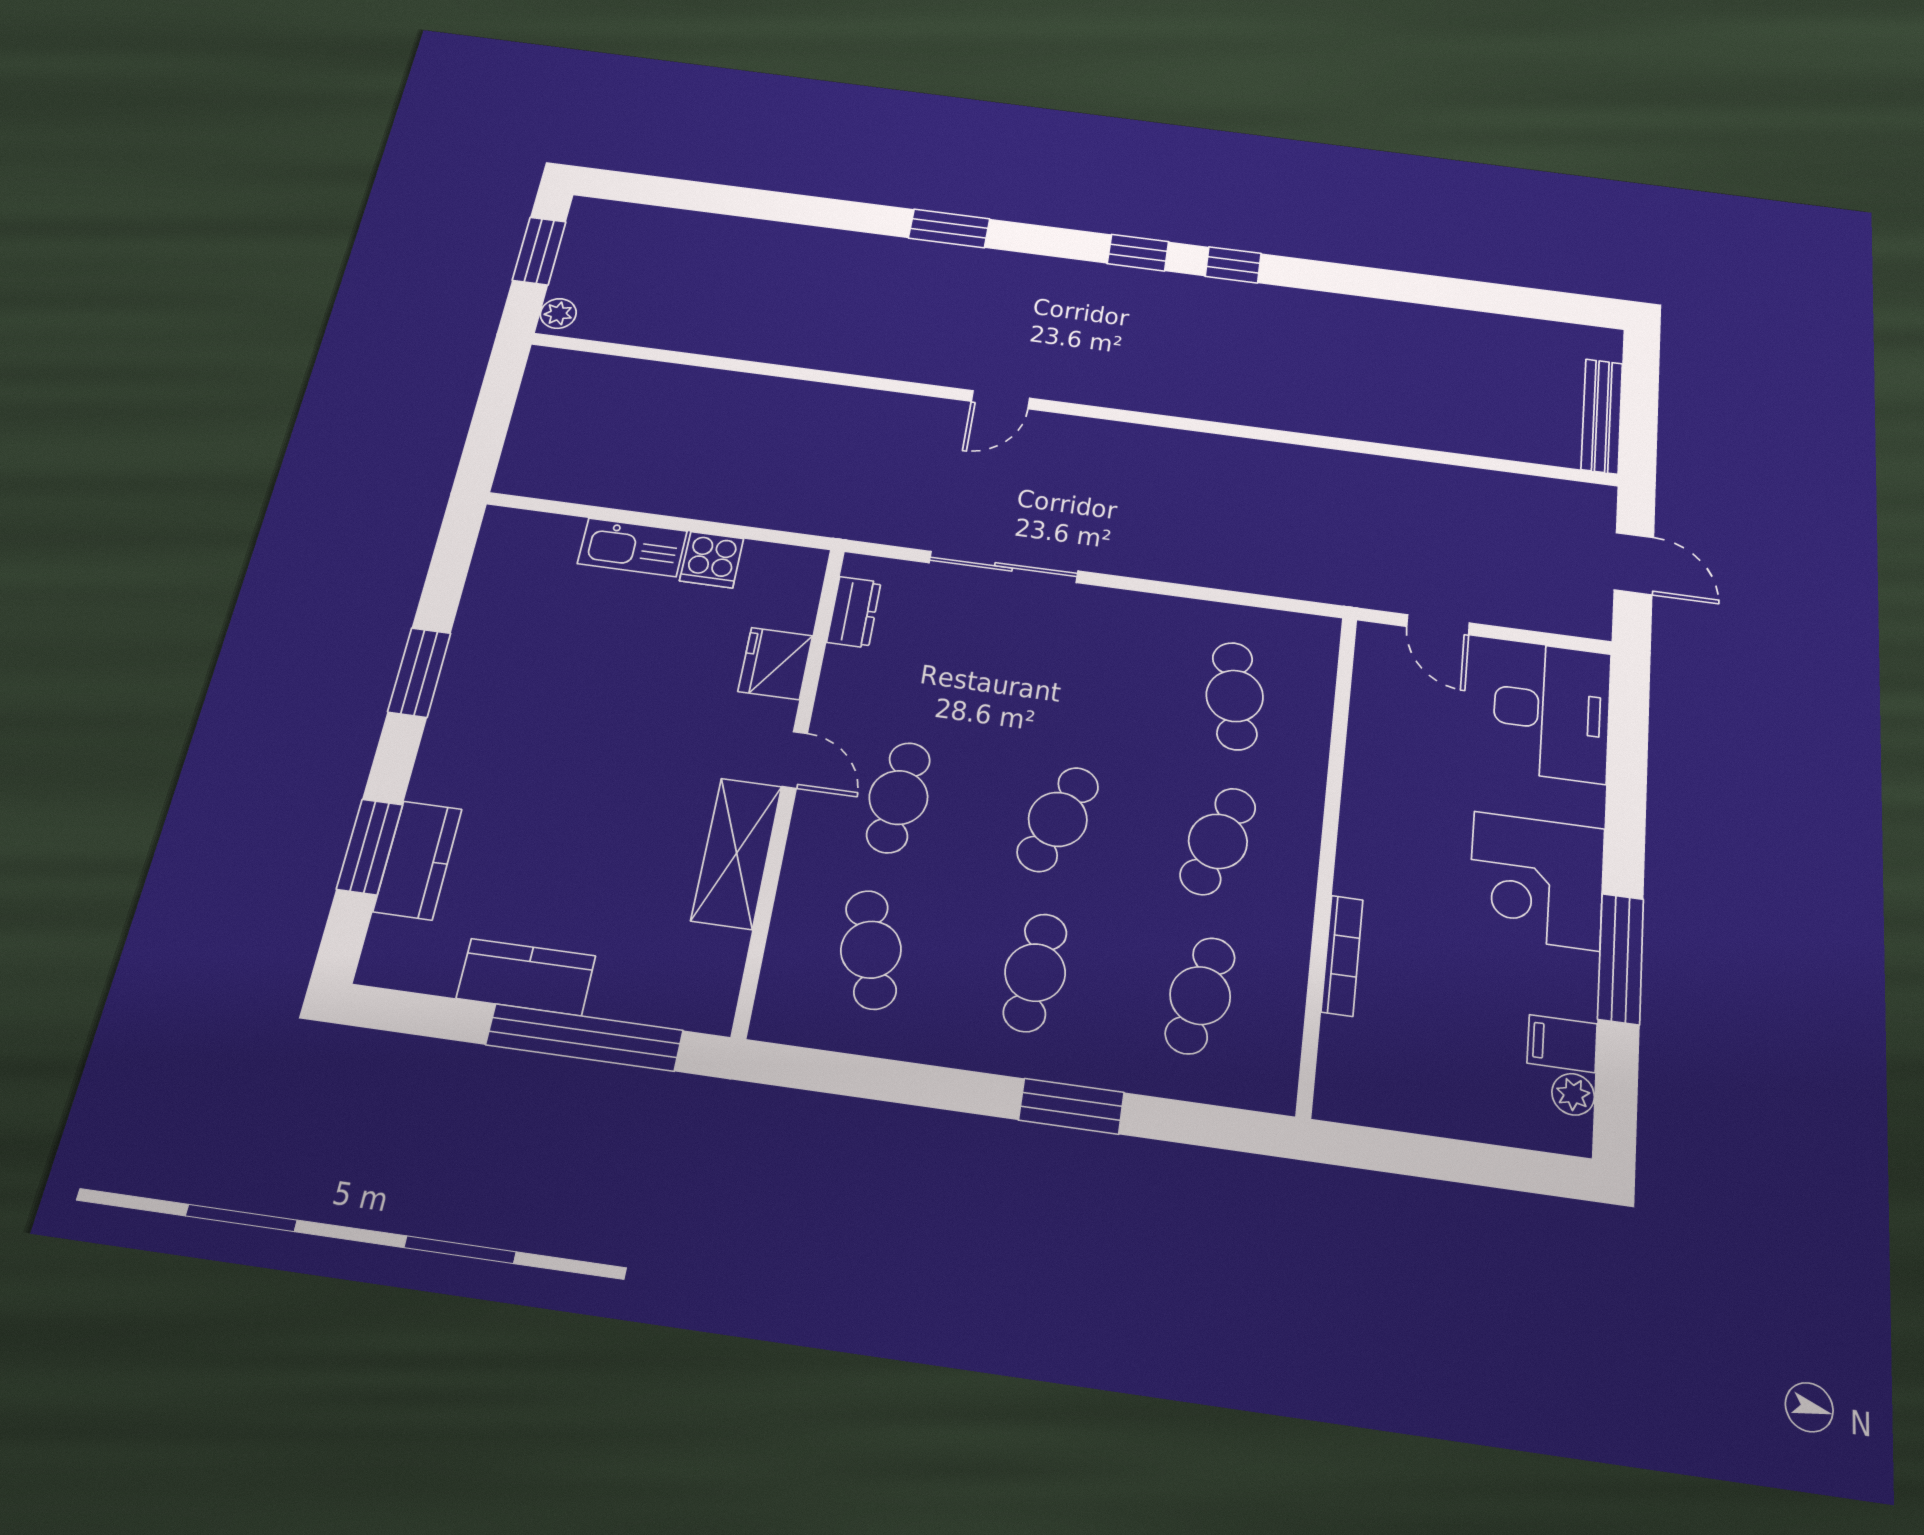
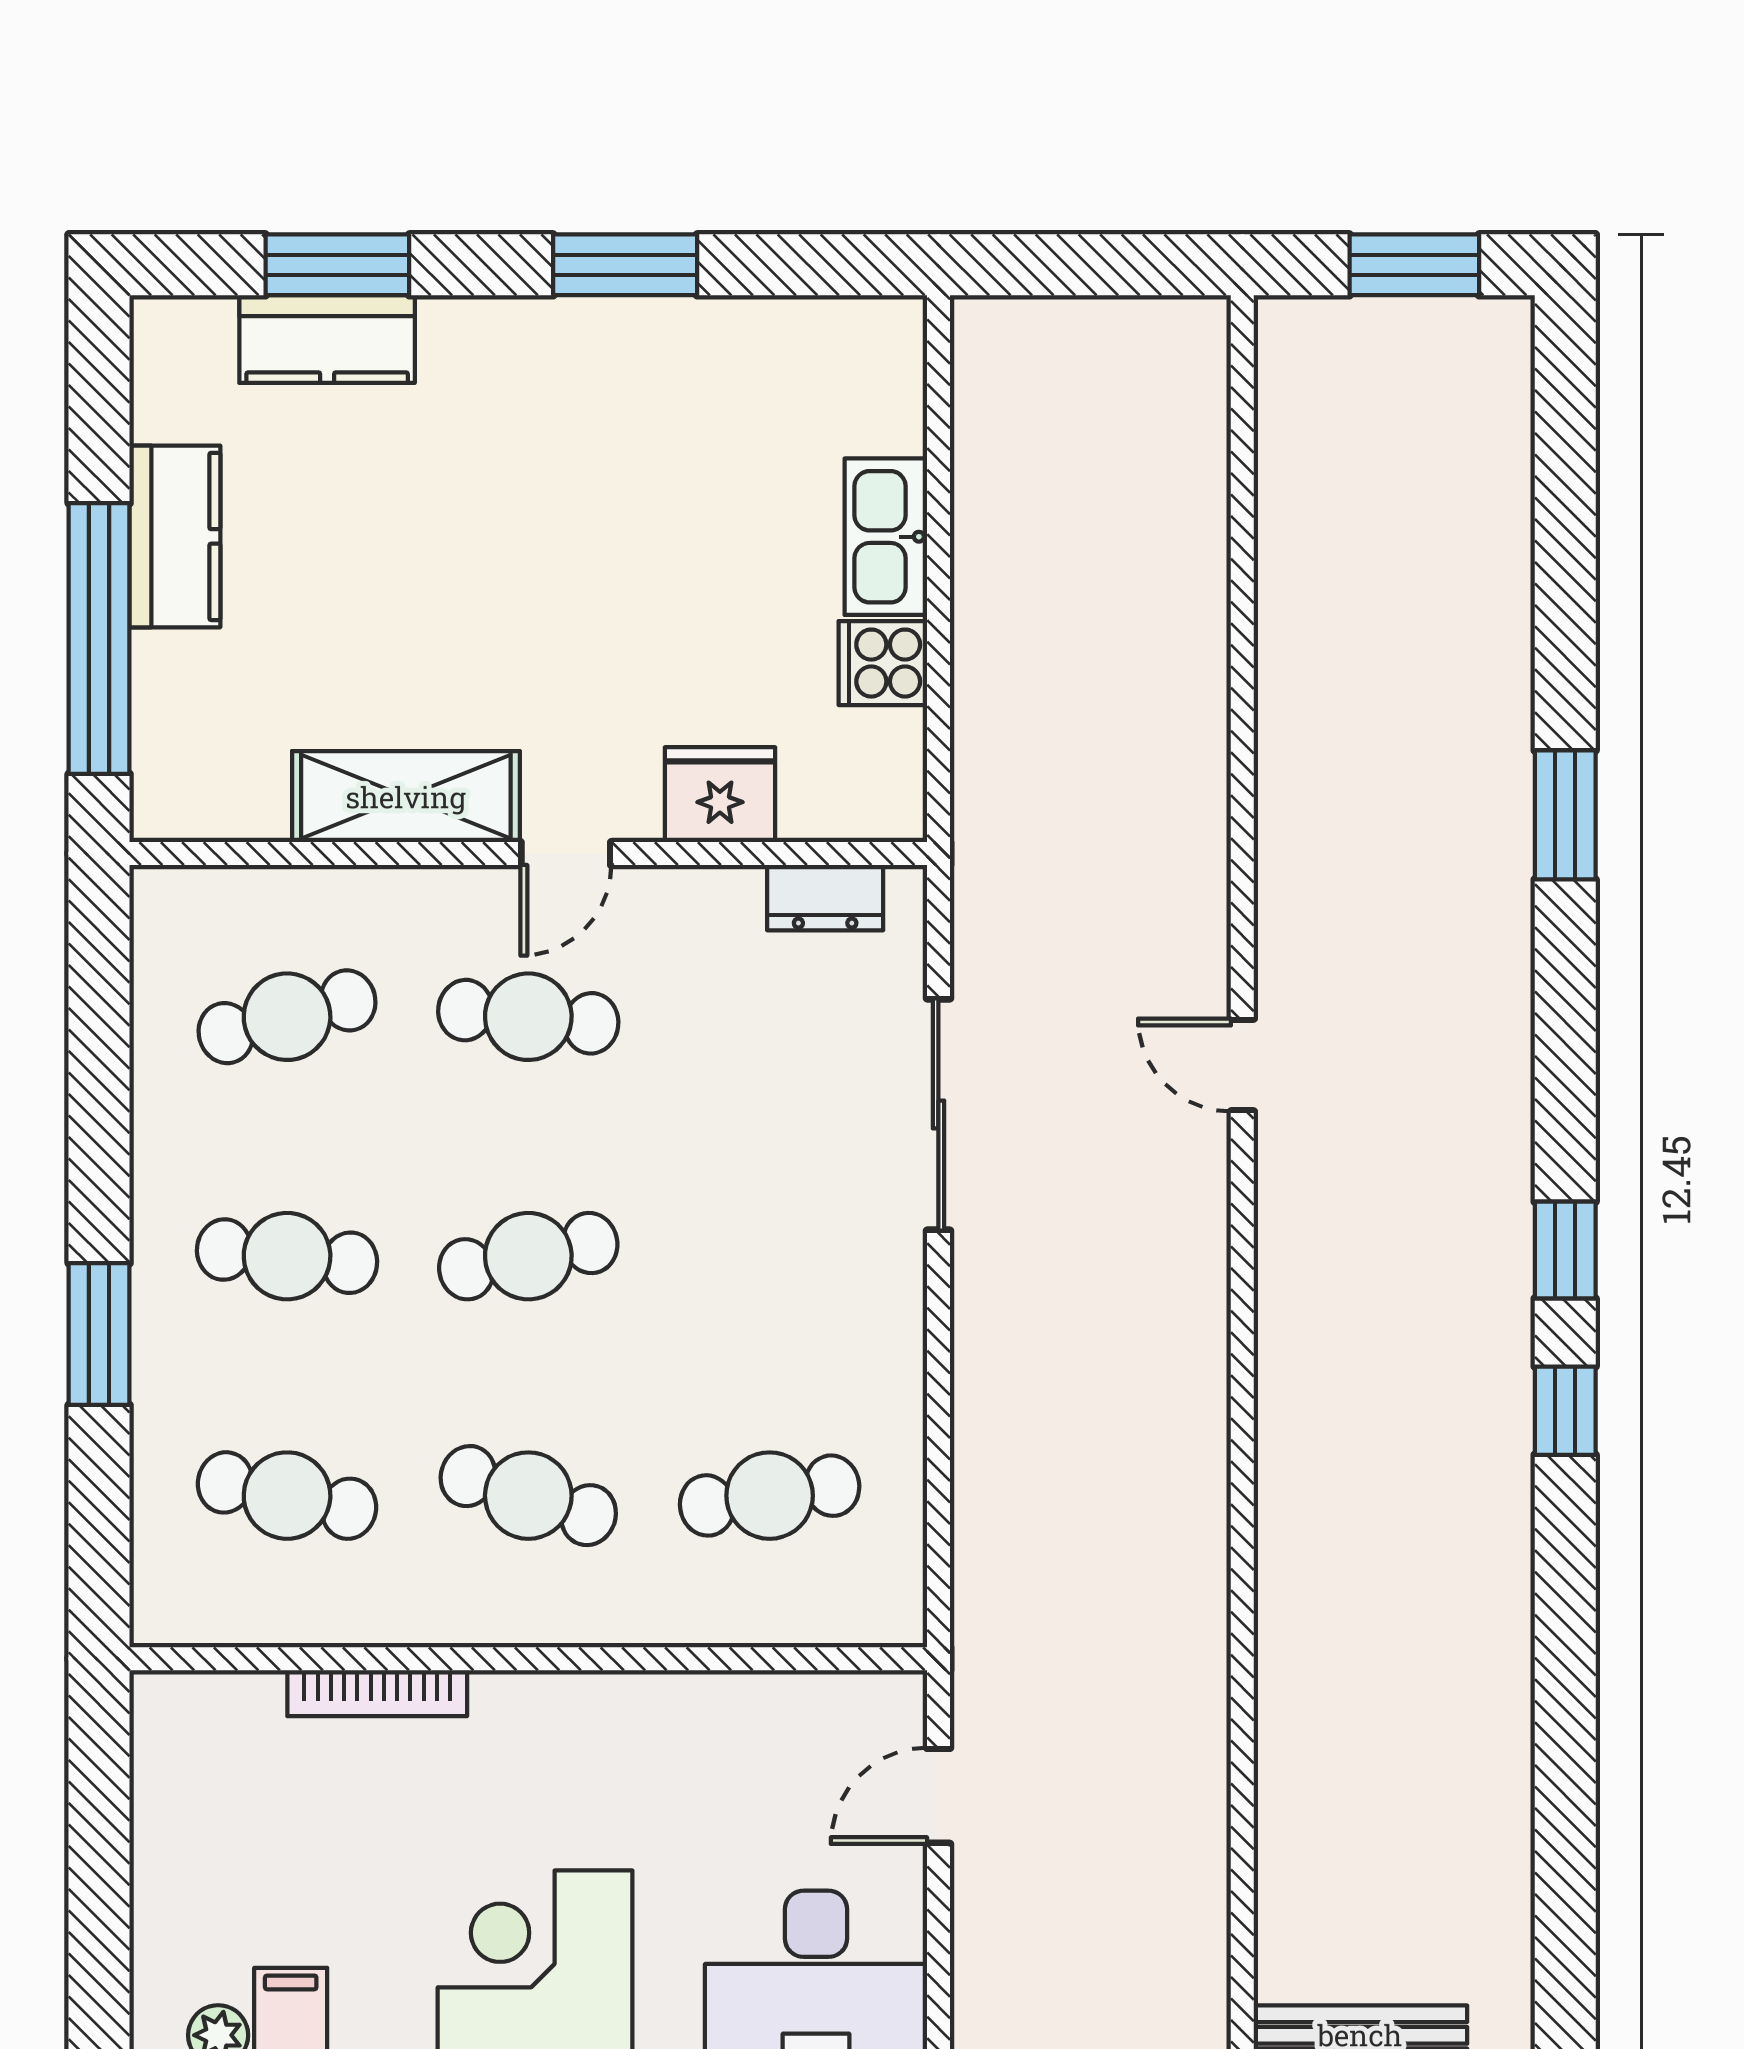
window: (949, 228) -> (1565, 815), moved
plant: (558, 314) -> (1297, 324), removed
cafe table: (1058, 819) -> (528, 1256), turned -33

